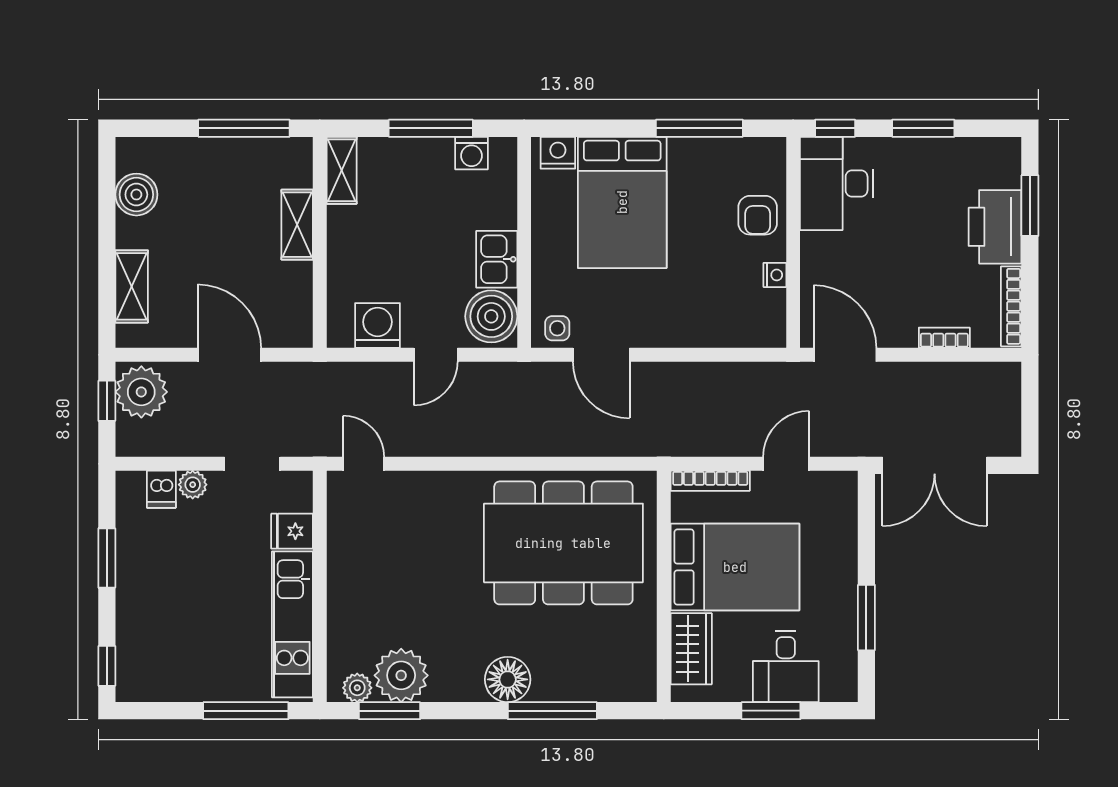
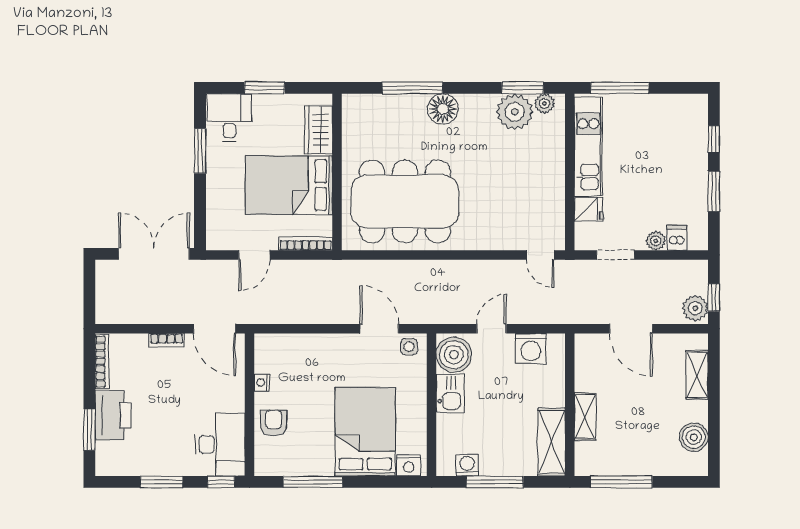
shelving: (342, 170) -> (552, 442), width x1.50, depth x1.33
bookcase: (944, 338) -> (167, 340), moved
plant: (141, 392) -> (695, 308), width x0.73, depth x0.73
window: (107, 666) -> (714, 139), moved
desk: (786, 667) -> (229, 118), moved

